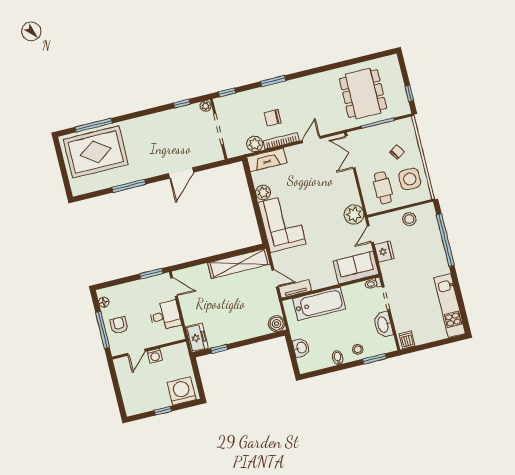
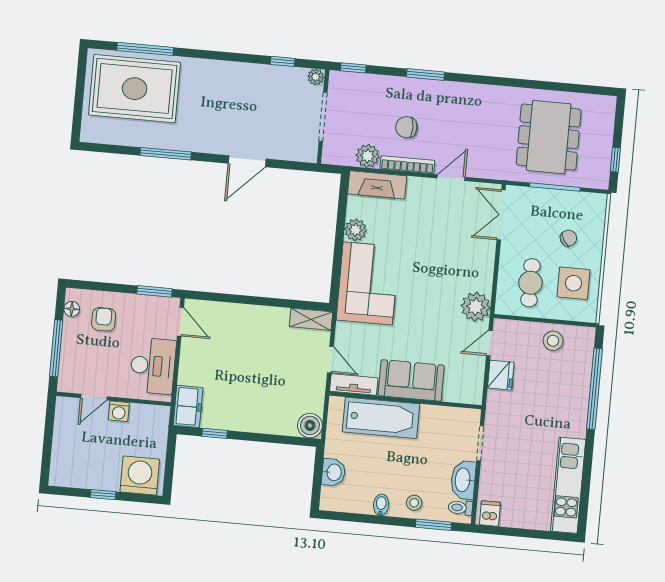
shelving: (239, 263) -> (311, 319), width x0.45, depth x0.75
sofa: (356, 268) -> (411, 380), moved
toilet: (373, 284) -> (460, 508), moved
desk: (165, 315) -> (153, 366), width x1.37
armchair: (119, 325) -> (104, 319), moved

